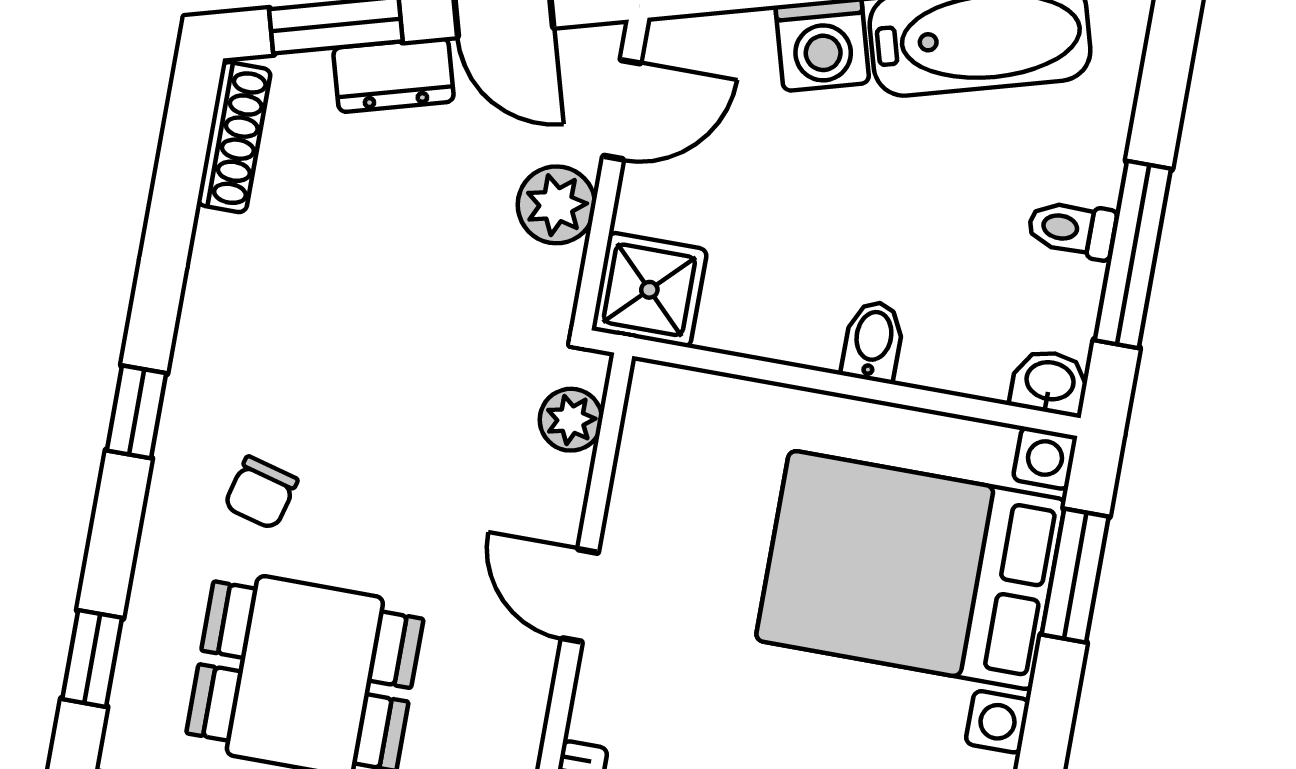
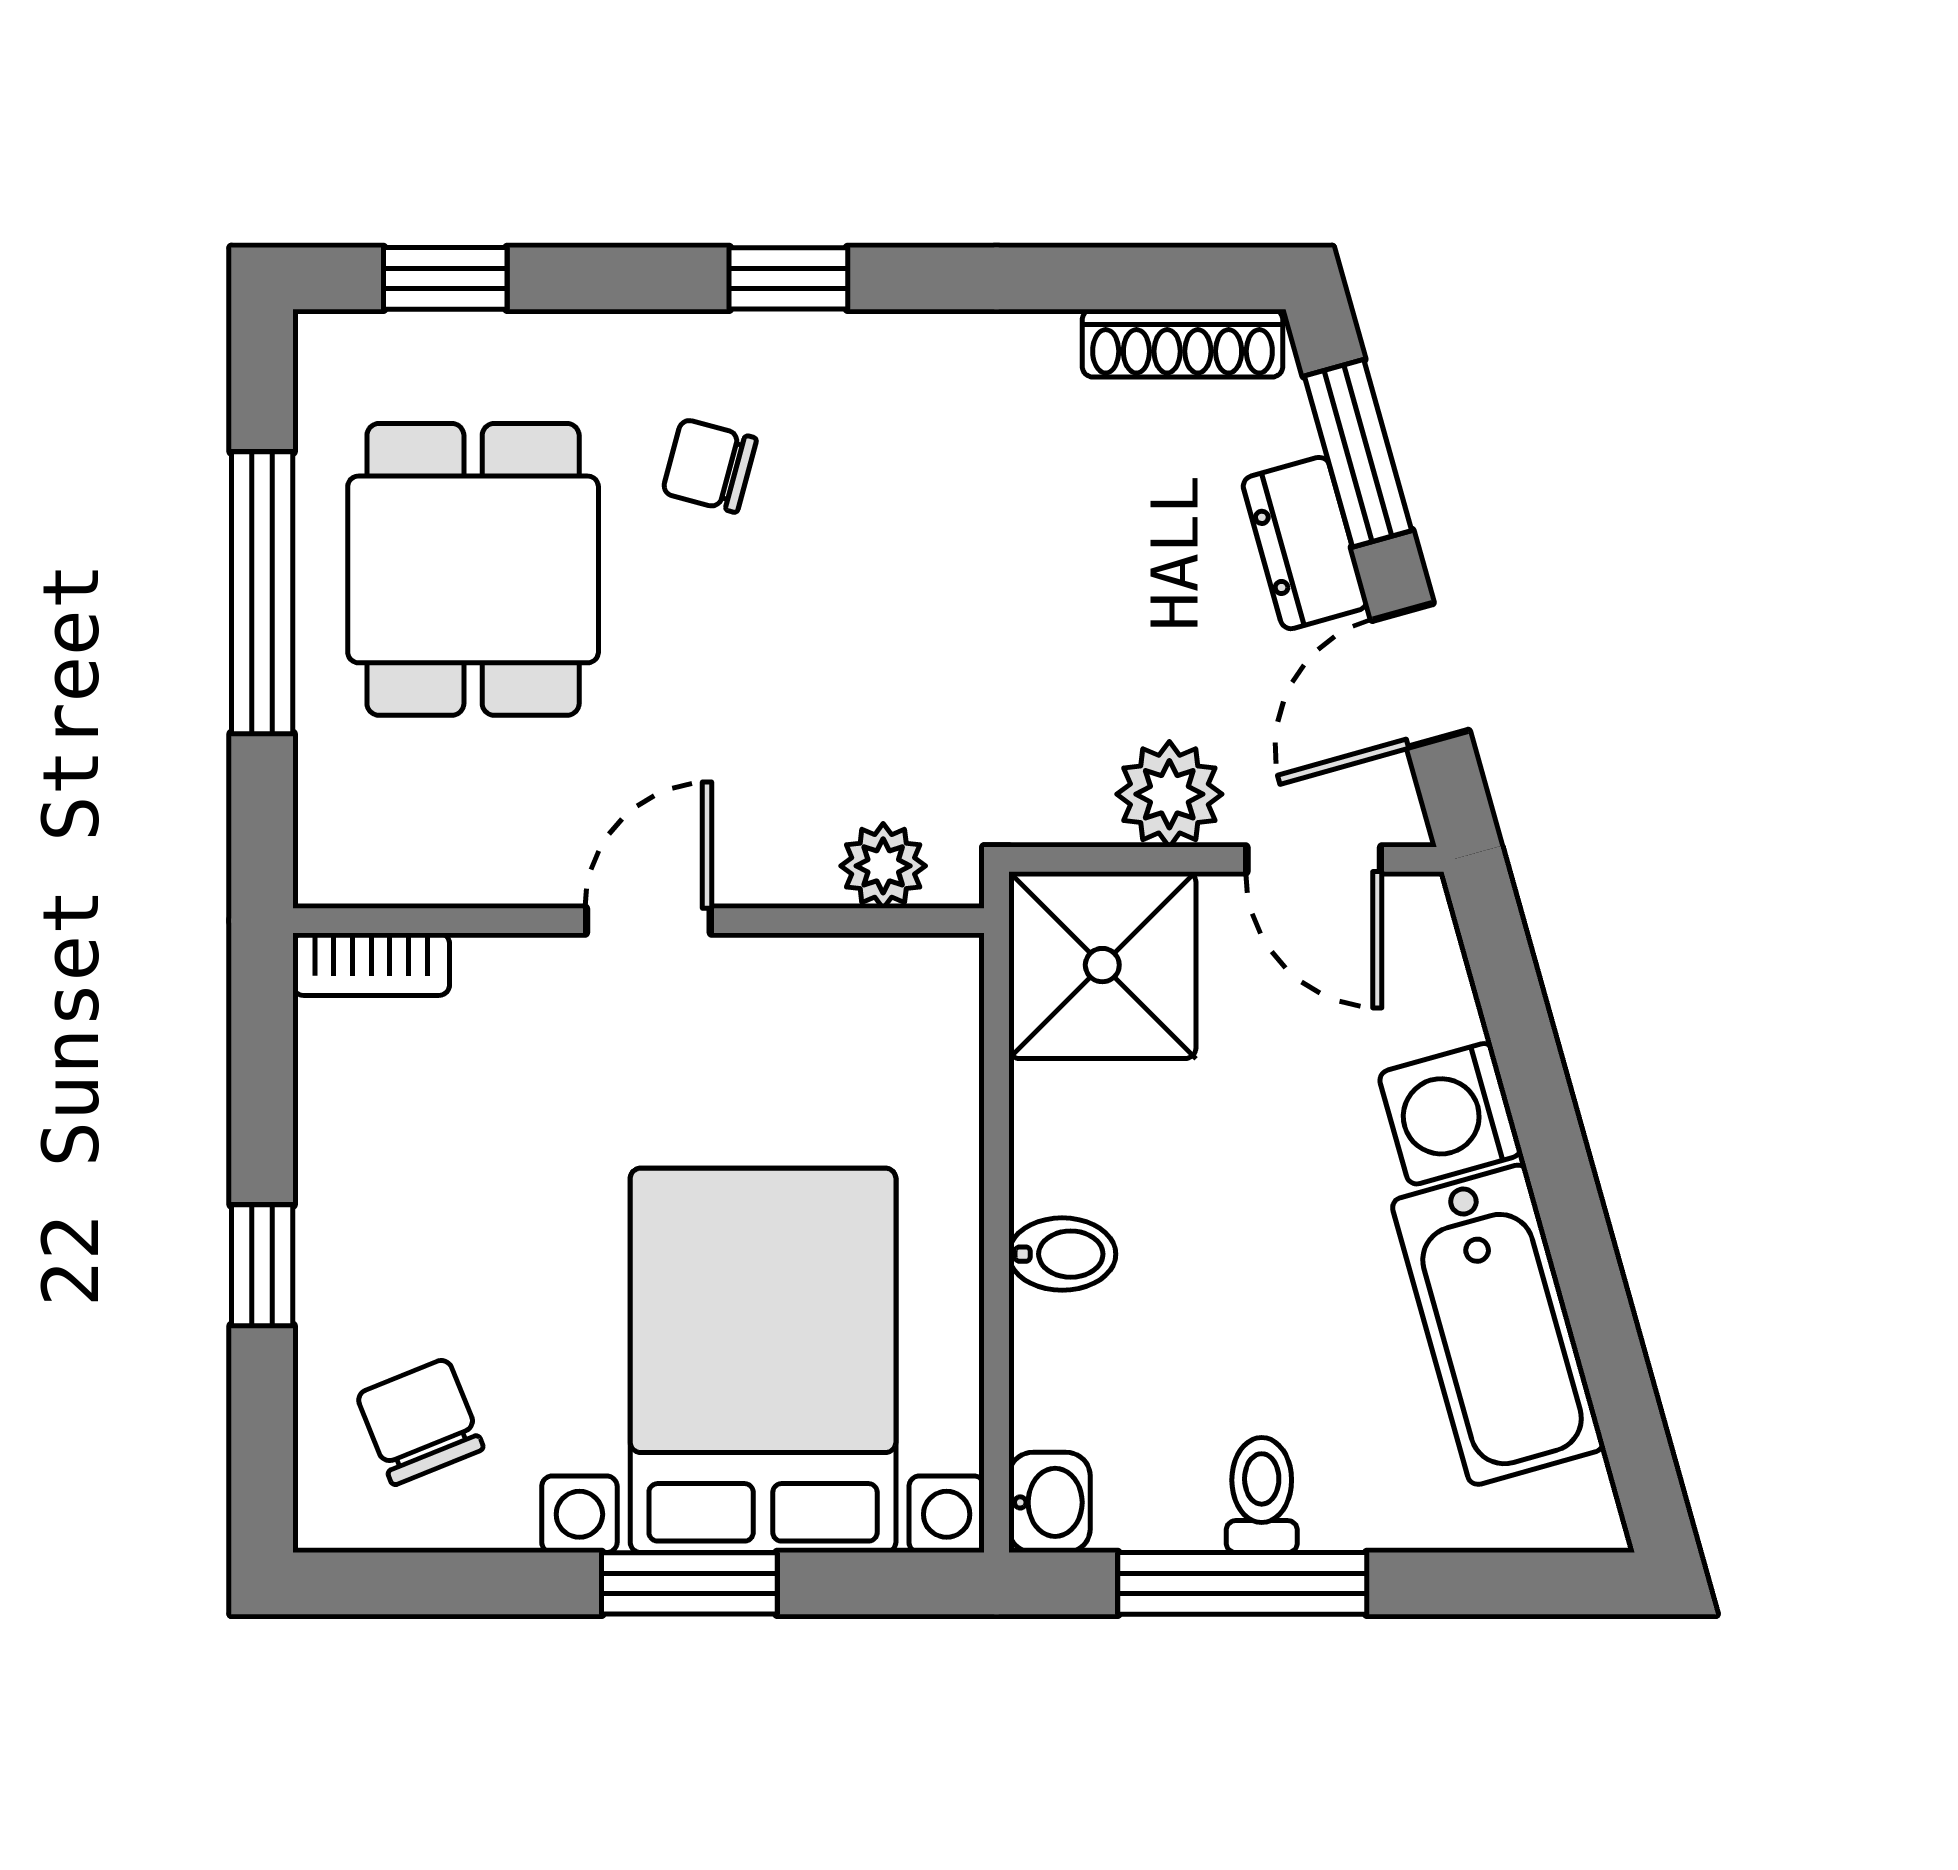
shower: (649, 290) -> (1102, 965), width x1.36, depth x1.36
window: (1075, 576) -> (689, 1583), moved

